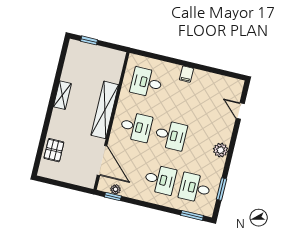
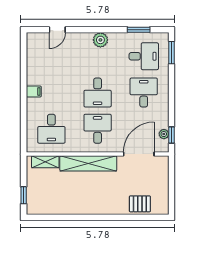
shelving: (62, 95) -> (45, 162), moved
desk: (171, 135) -> (98, 92), turned 180
desk: (195, 188) -> (144, 56), turned -90

